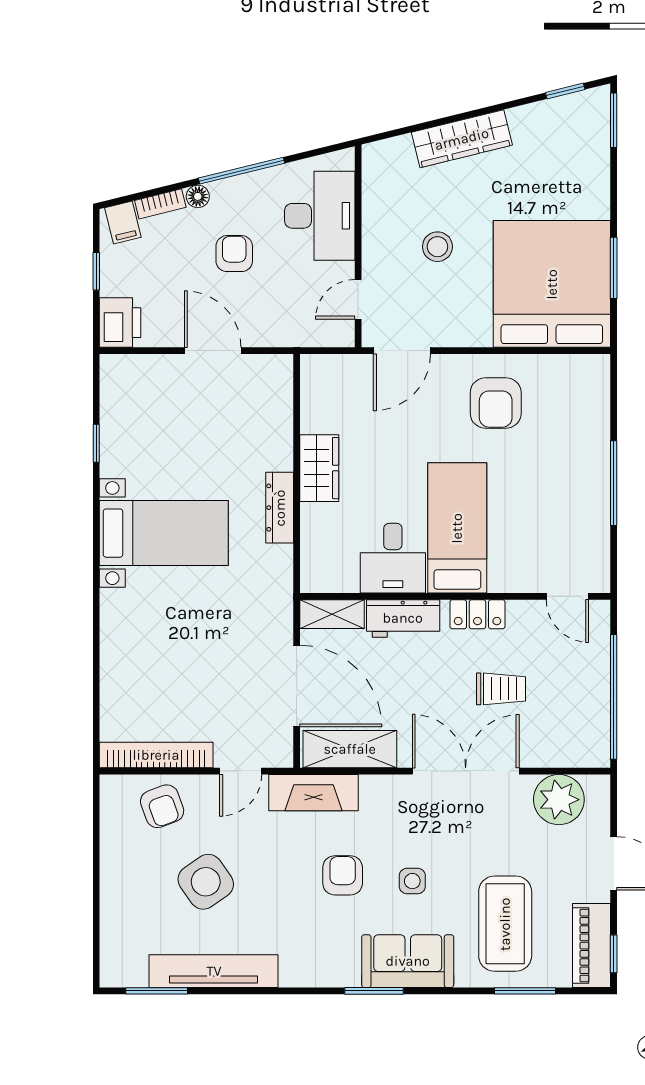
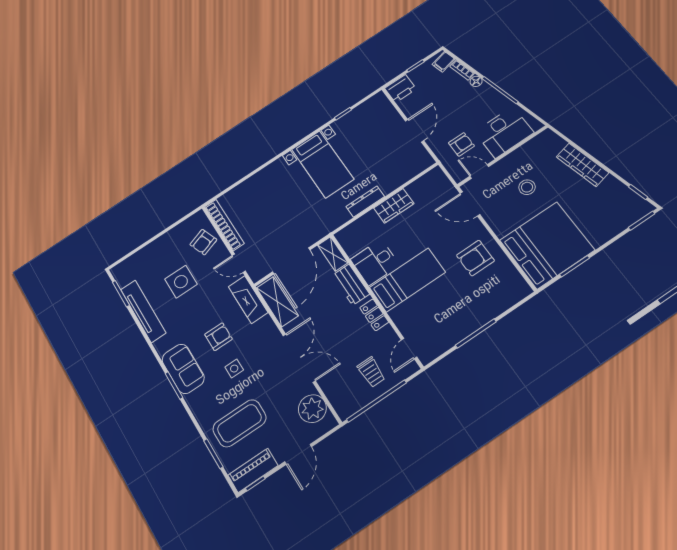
armchair: (234, 254) -> (461, 144), moved
trolley: (501, 689) -> (371, 372), moved
side table: (206, 882) -> (181, 282), turned 35
sofa: (408, 961) -> (183, 369), moved

